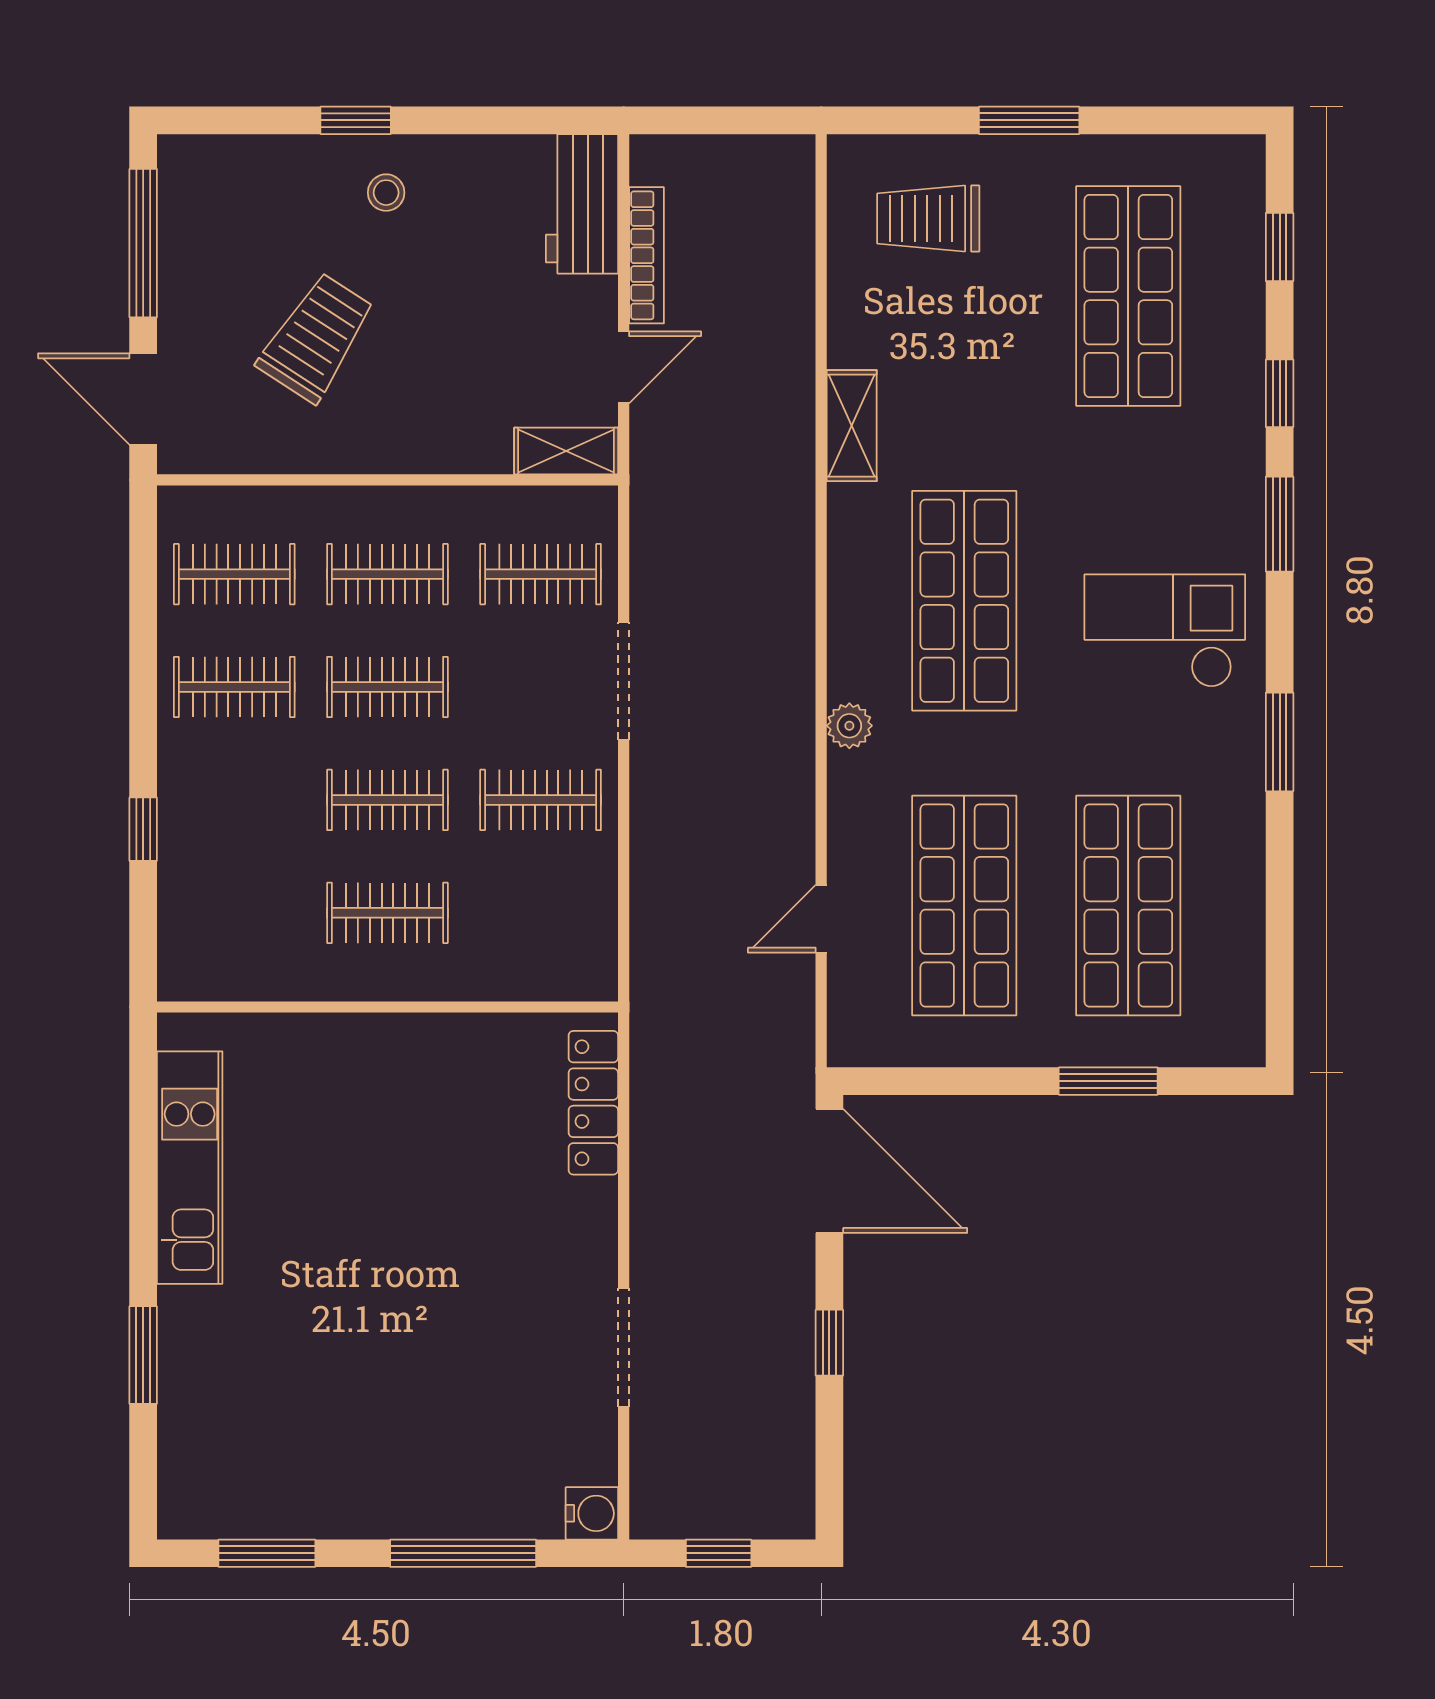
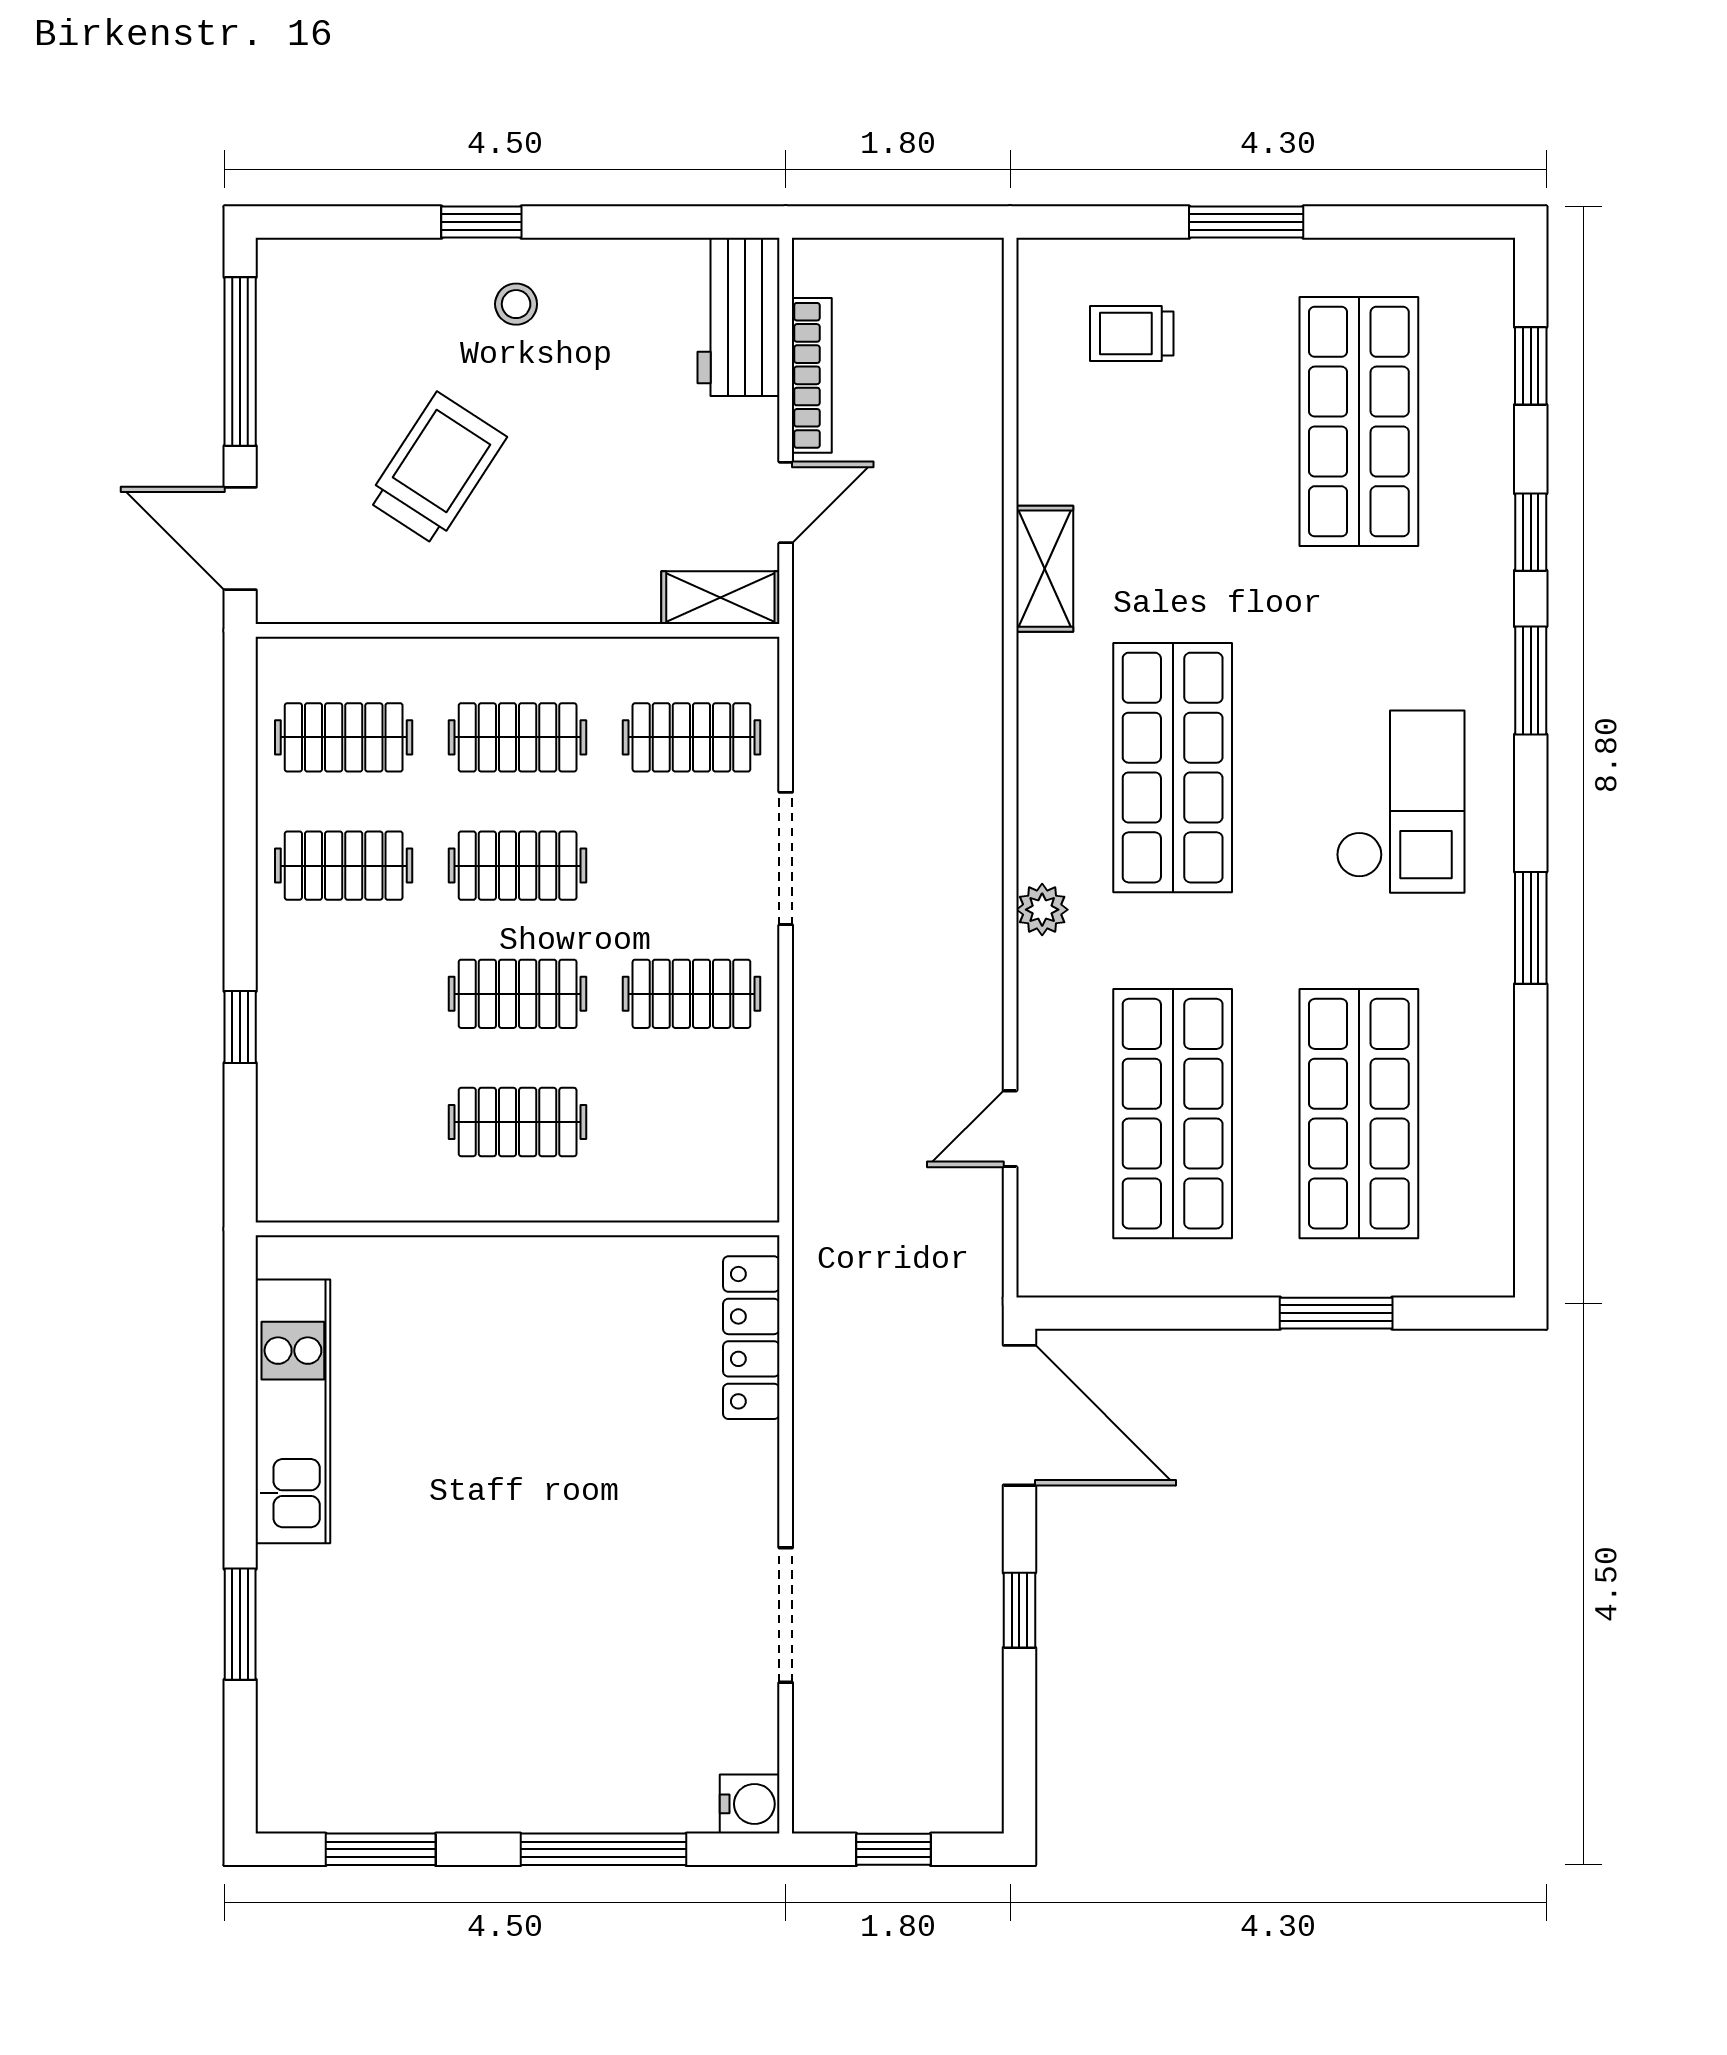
trolley: (928, 218) -> (1132, 333), width x0.73, depth x0.72
checkout: (1165, 631) -> (1400, 802), turned 90

